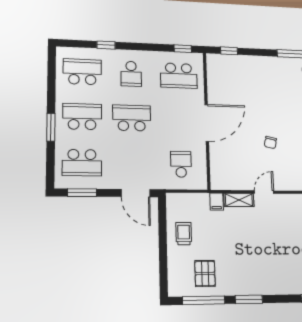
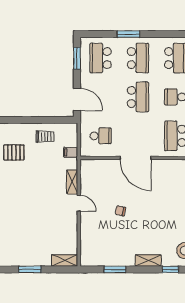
door: (136, 193) -> (77, 99), swing flipped
filing cabinet: (217, 202) -> (71, 152), moved

